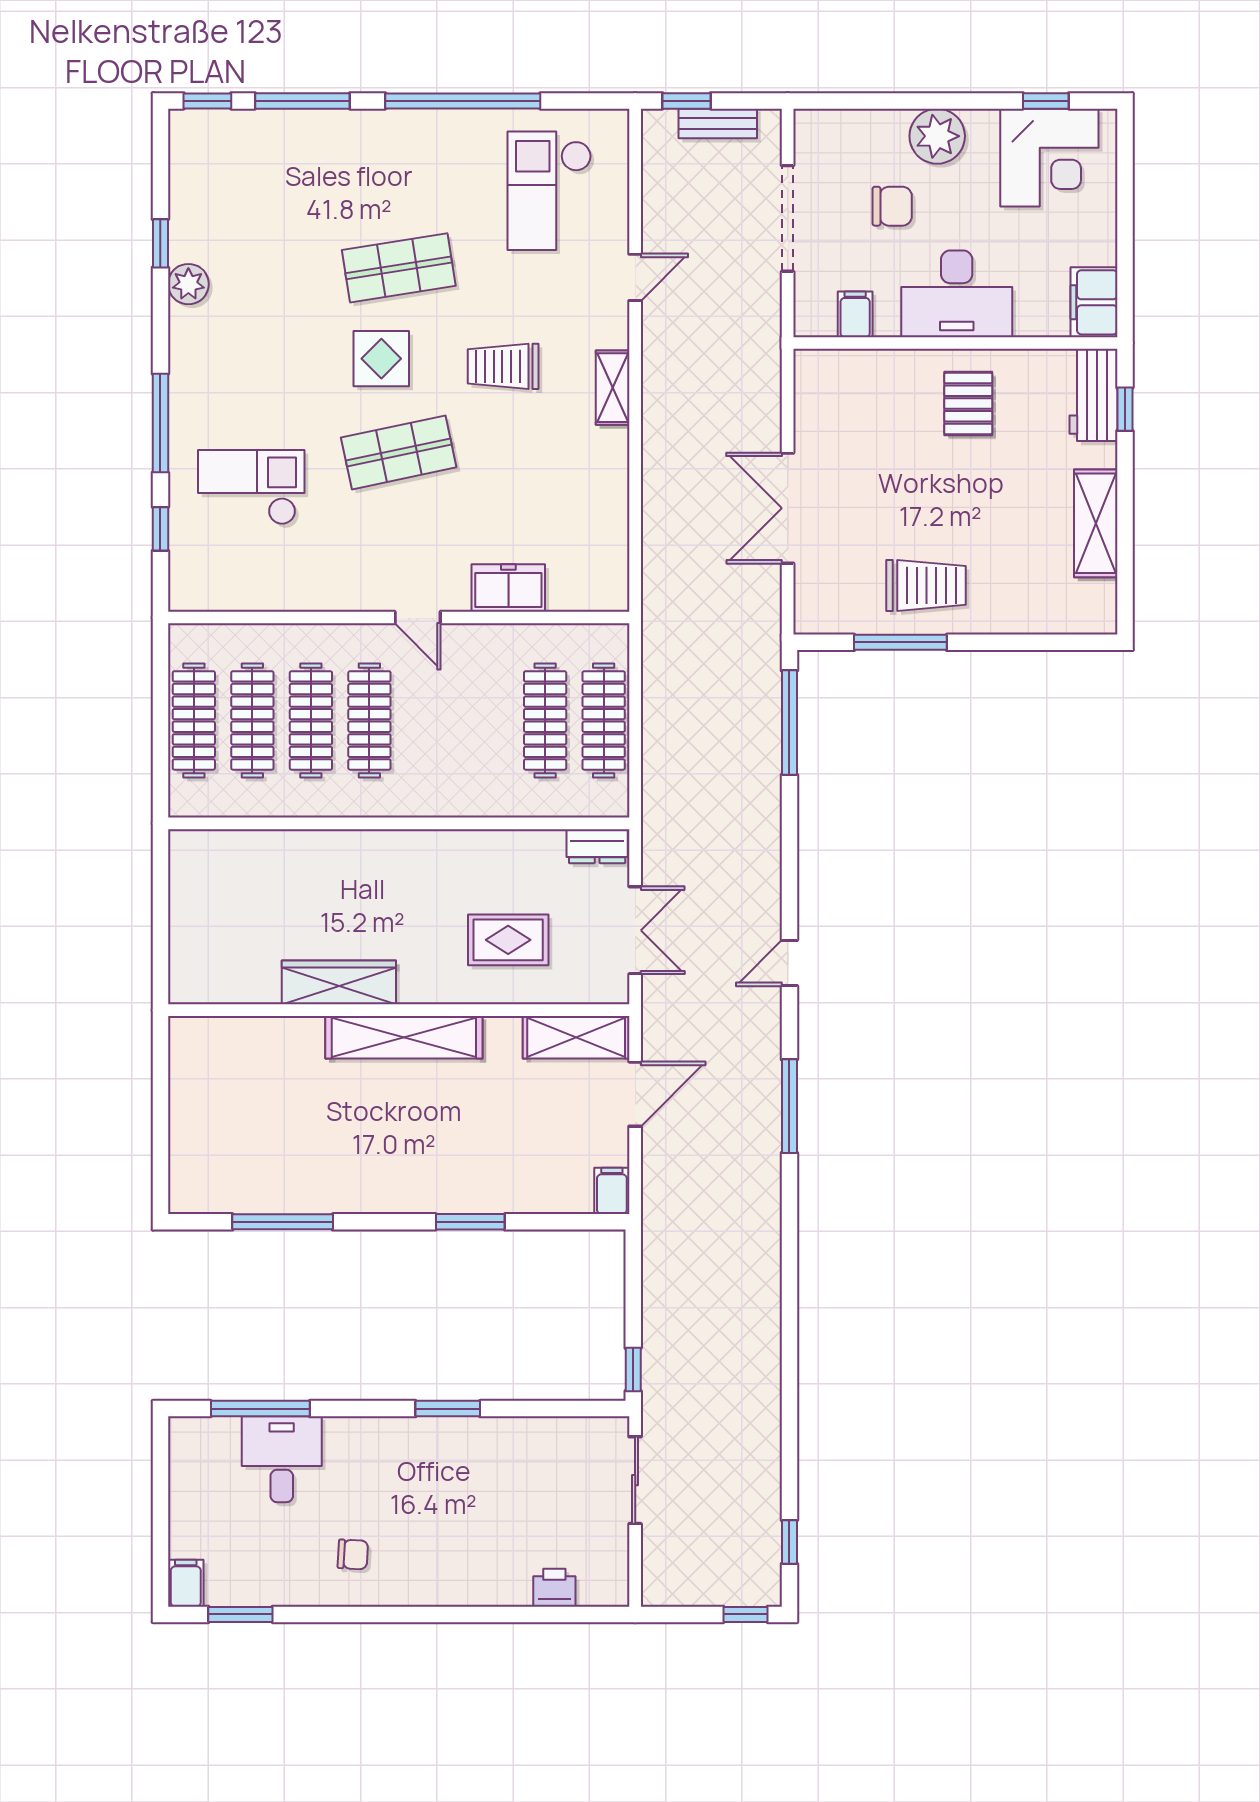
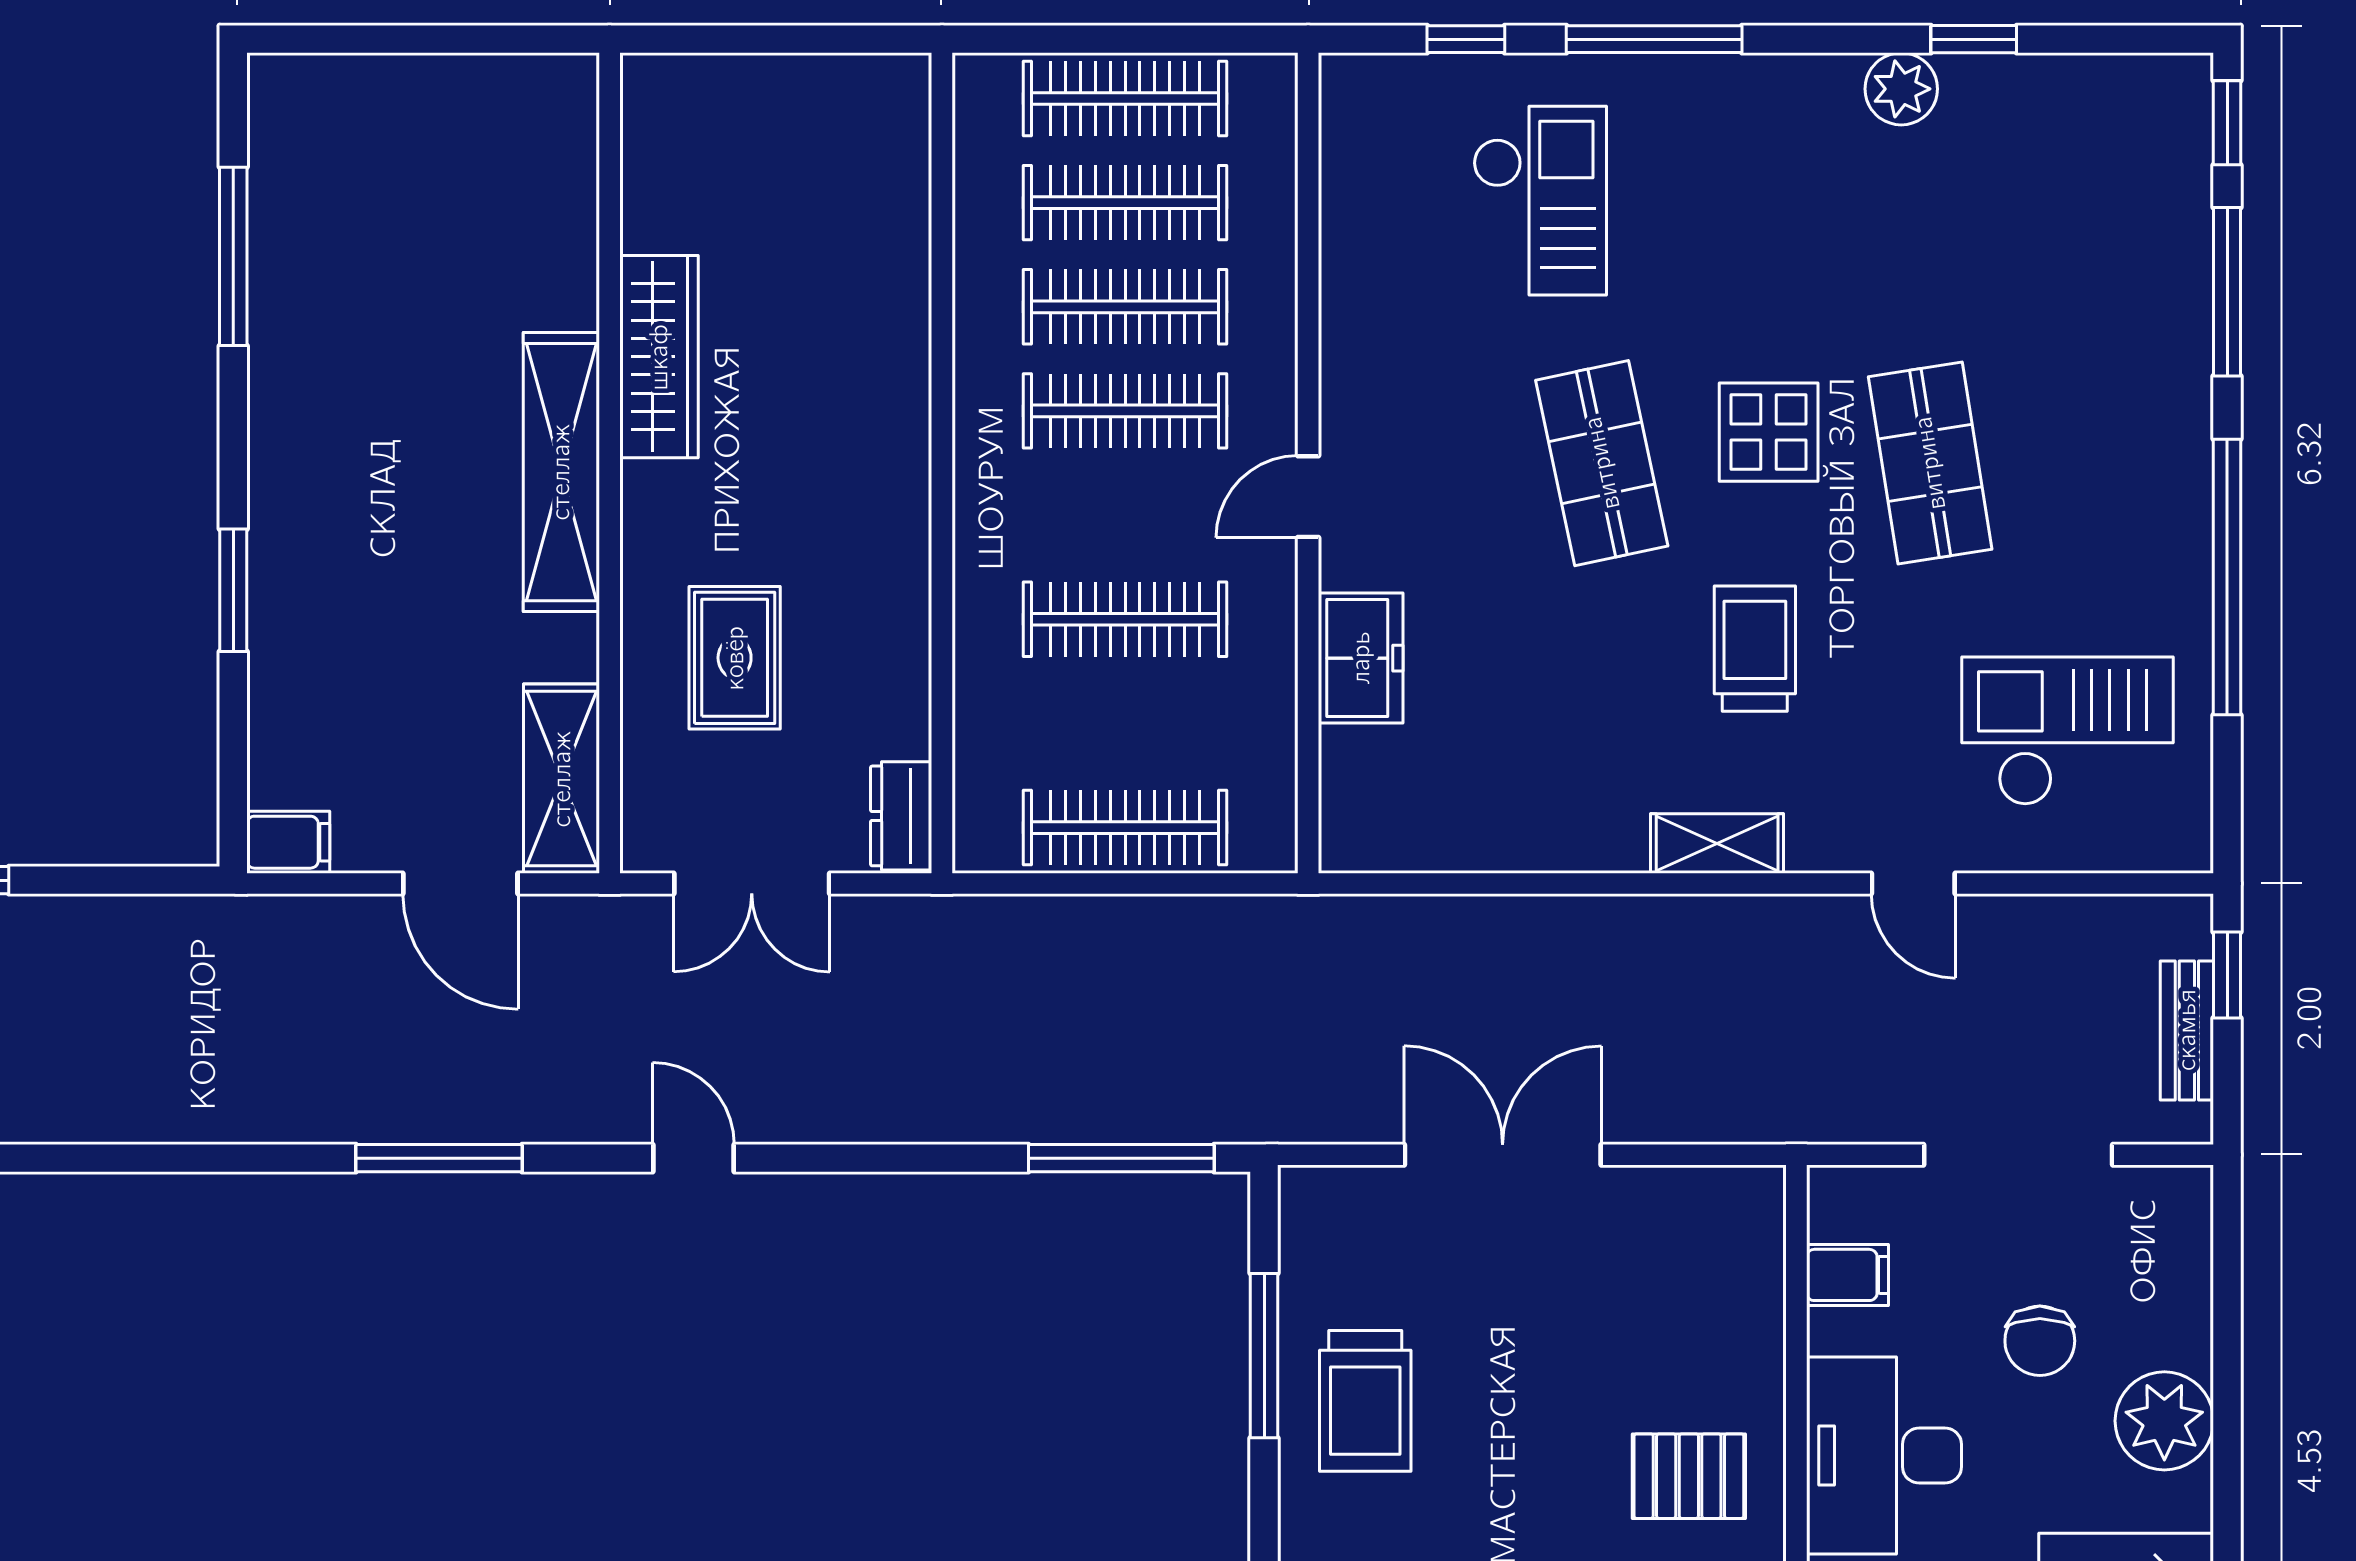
clothes rail: (545, 720) -> (1125, 619), moved

